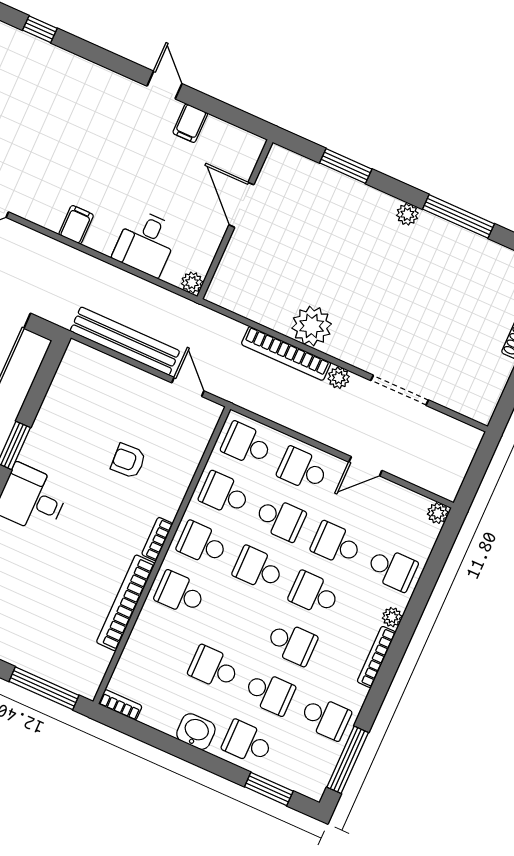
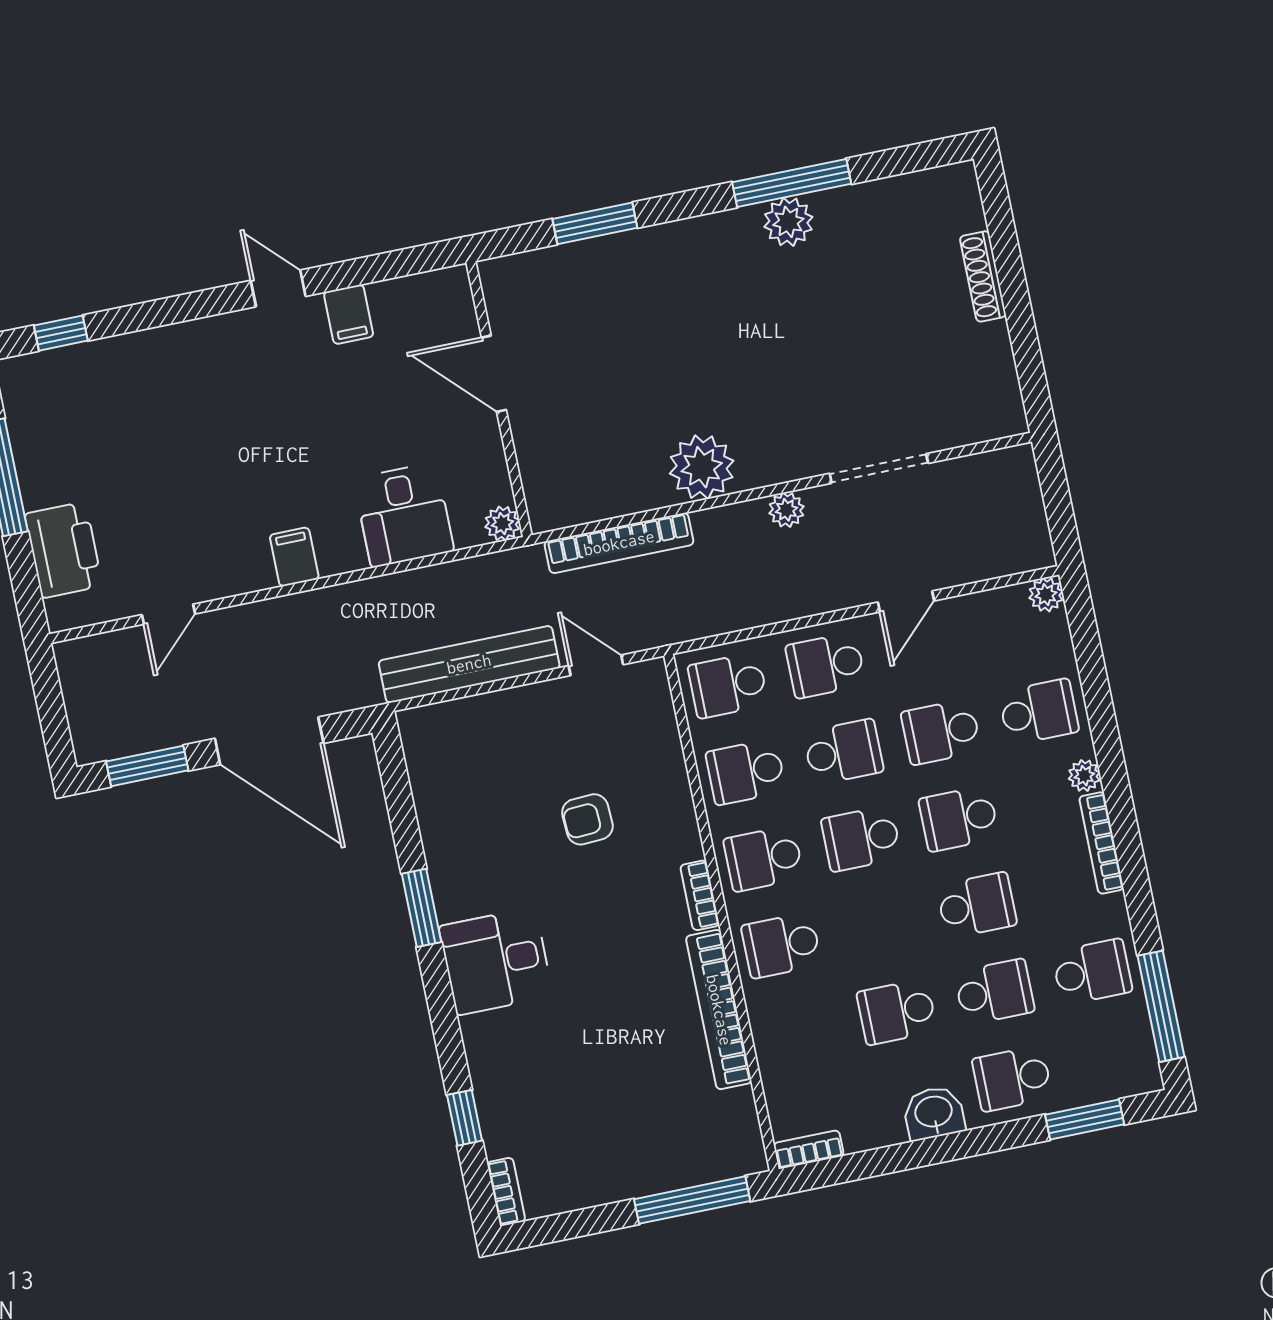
plant: (407, 214) -> (788, 222), moved, width x1.38, depth x1.38
bookcase: (286, 353) -> (619, 543), moved

